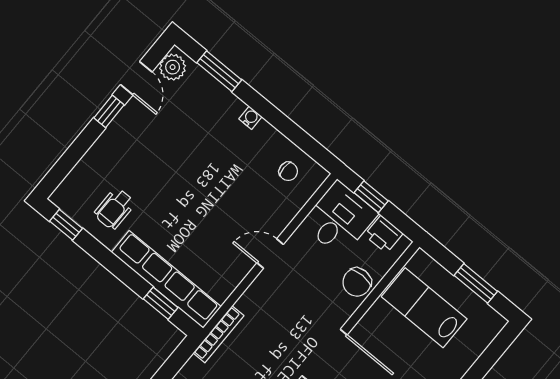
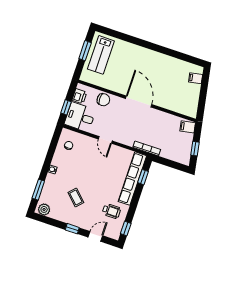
door: (136, 78) -> (95, 236), moved
coffee table: (172, 144) -> (76, 197), added
lab bench: (424, 308) -> (101, 55), moved

